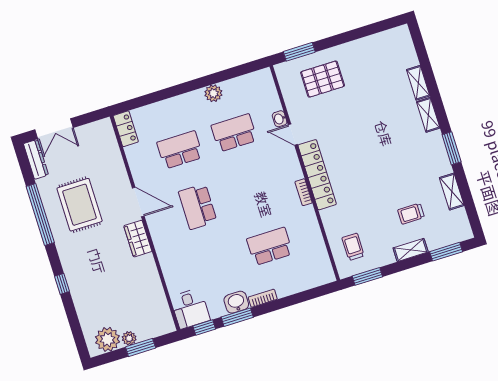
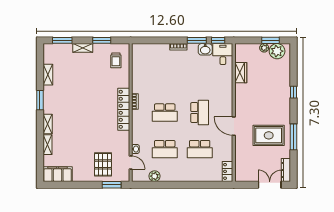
filing cabinet: (388, 42) -> (58, 174), added
pallet: (323, 79) -> (103, 164), turned 90
plant: (213, 93) -> (155, 176), moved
door: (293, 135) -> (131, 162), moved
rug: (80, 205) -> (269, 135), turned 90
window: (40, 214) -> (294, 137), width x0.68
trolley: (411, 214) -> (76, 69), removed
wardrobe: (138, 239) -> (241, 73), moved
school desk: (270, 246) -> (165, 113), moved
window: (367, 276) -> (102, 40), moved
washbasin: (236, 302) -> (205, 49), moved
window: (141, 347) -> (271, 40), moved

